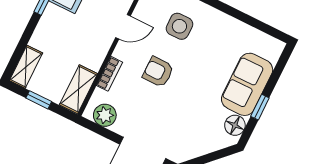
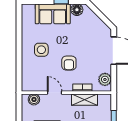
side table: (179, 26) -> (41, 50), moved
shelving: (79, 89) -> (85, 100), moved

